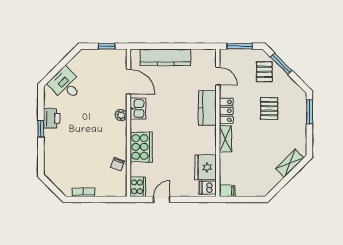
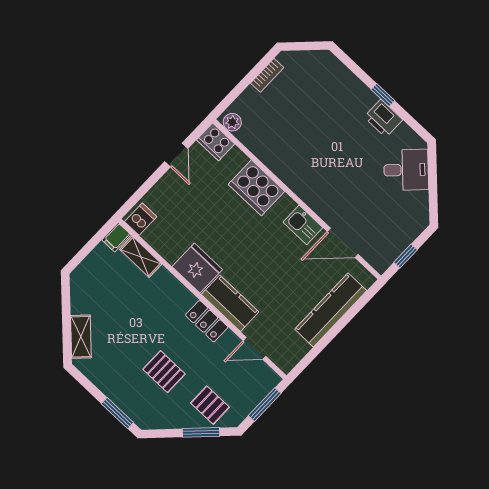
plant: (121, 115) -> (232, 122), moved
shelving: (225, 139) -> (141, 257), moved
chair: (118, 164) -> (262, 143), removed
fridge: (205, 167) -> (197, 268), moved

